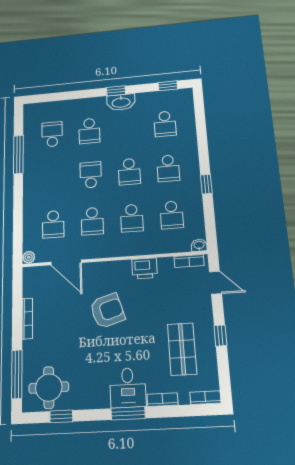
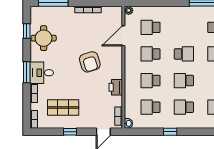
round table: (49, 387) -> (44, 38), moved

